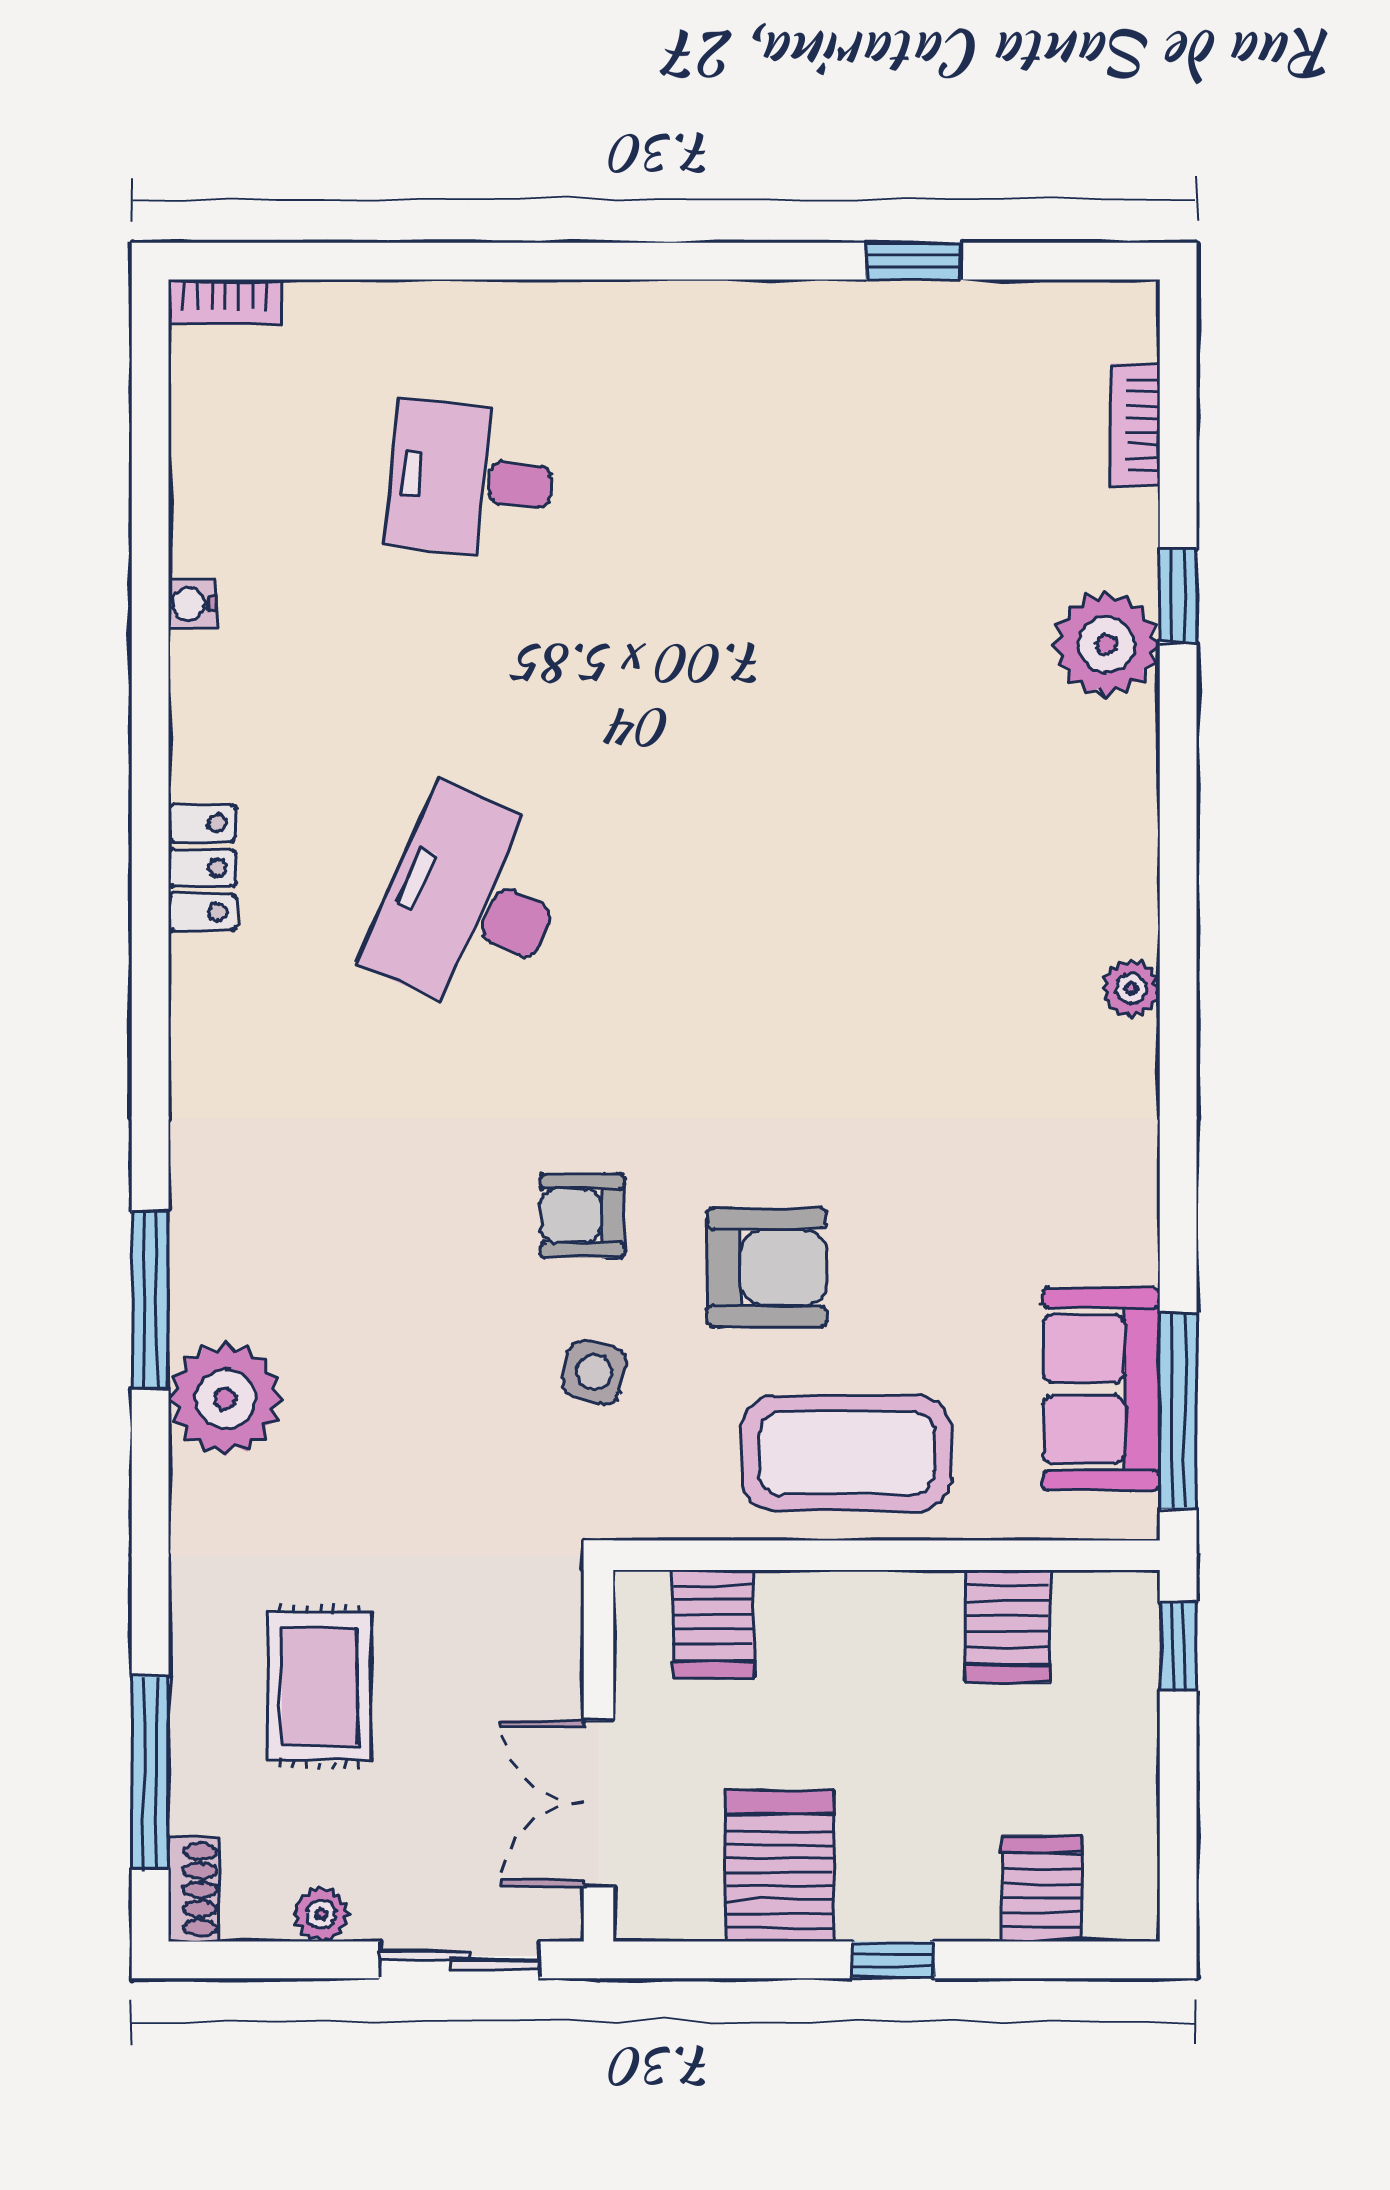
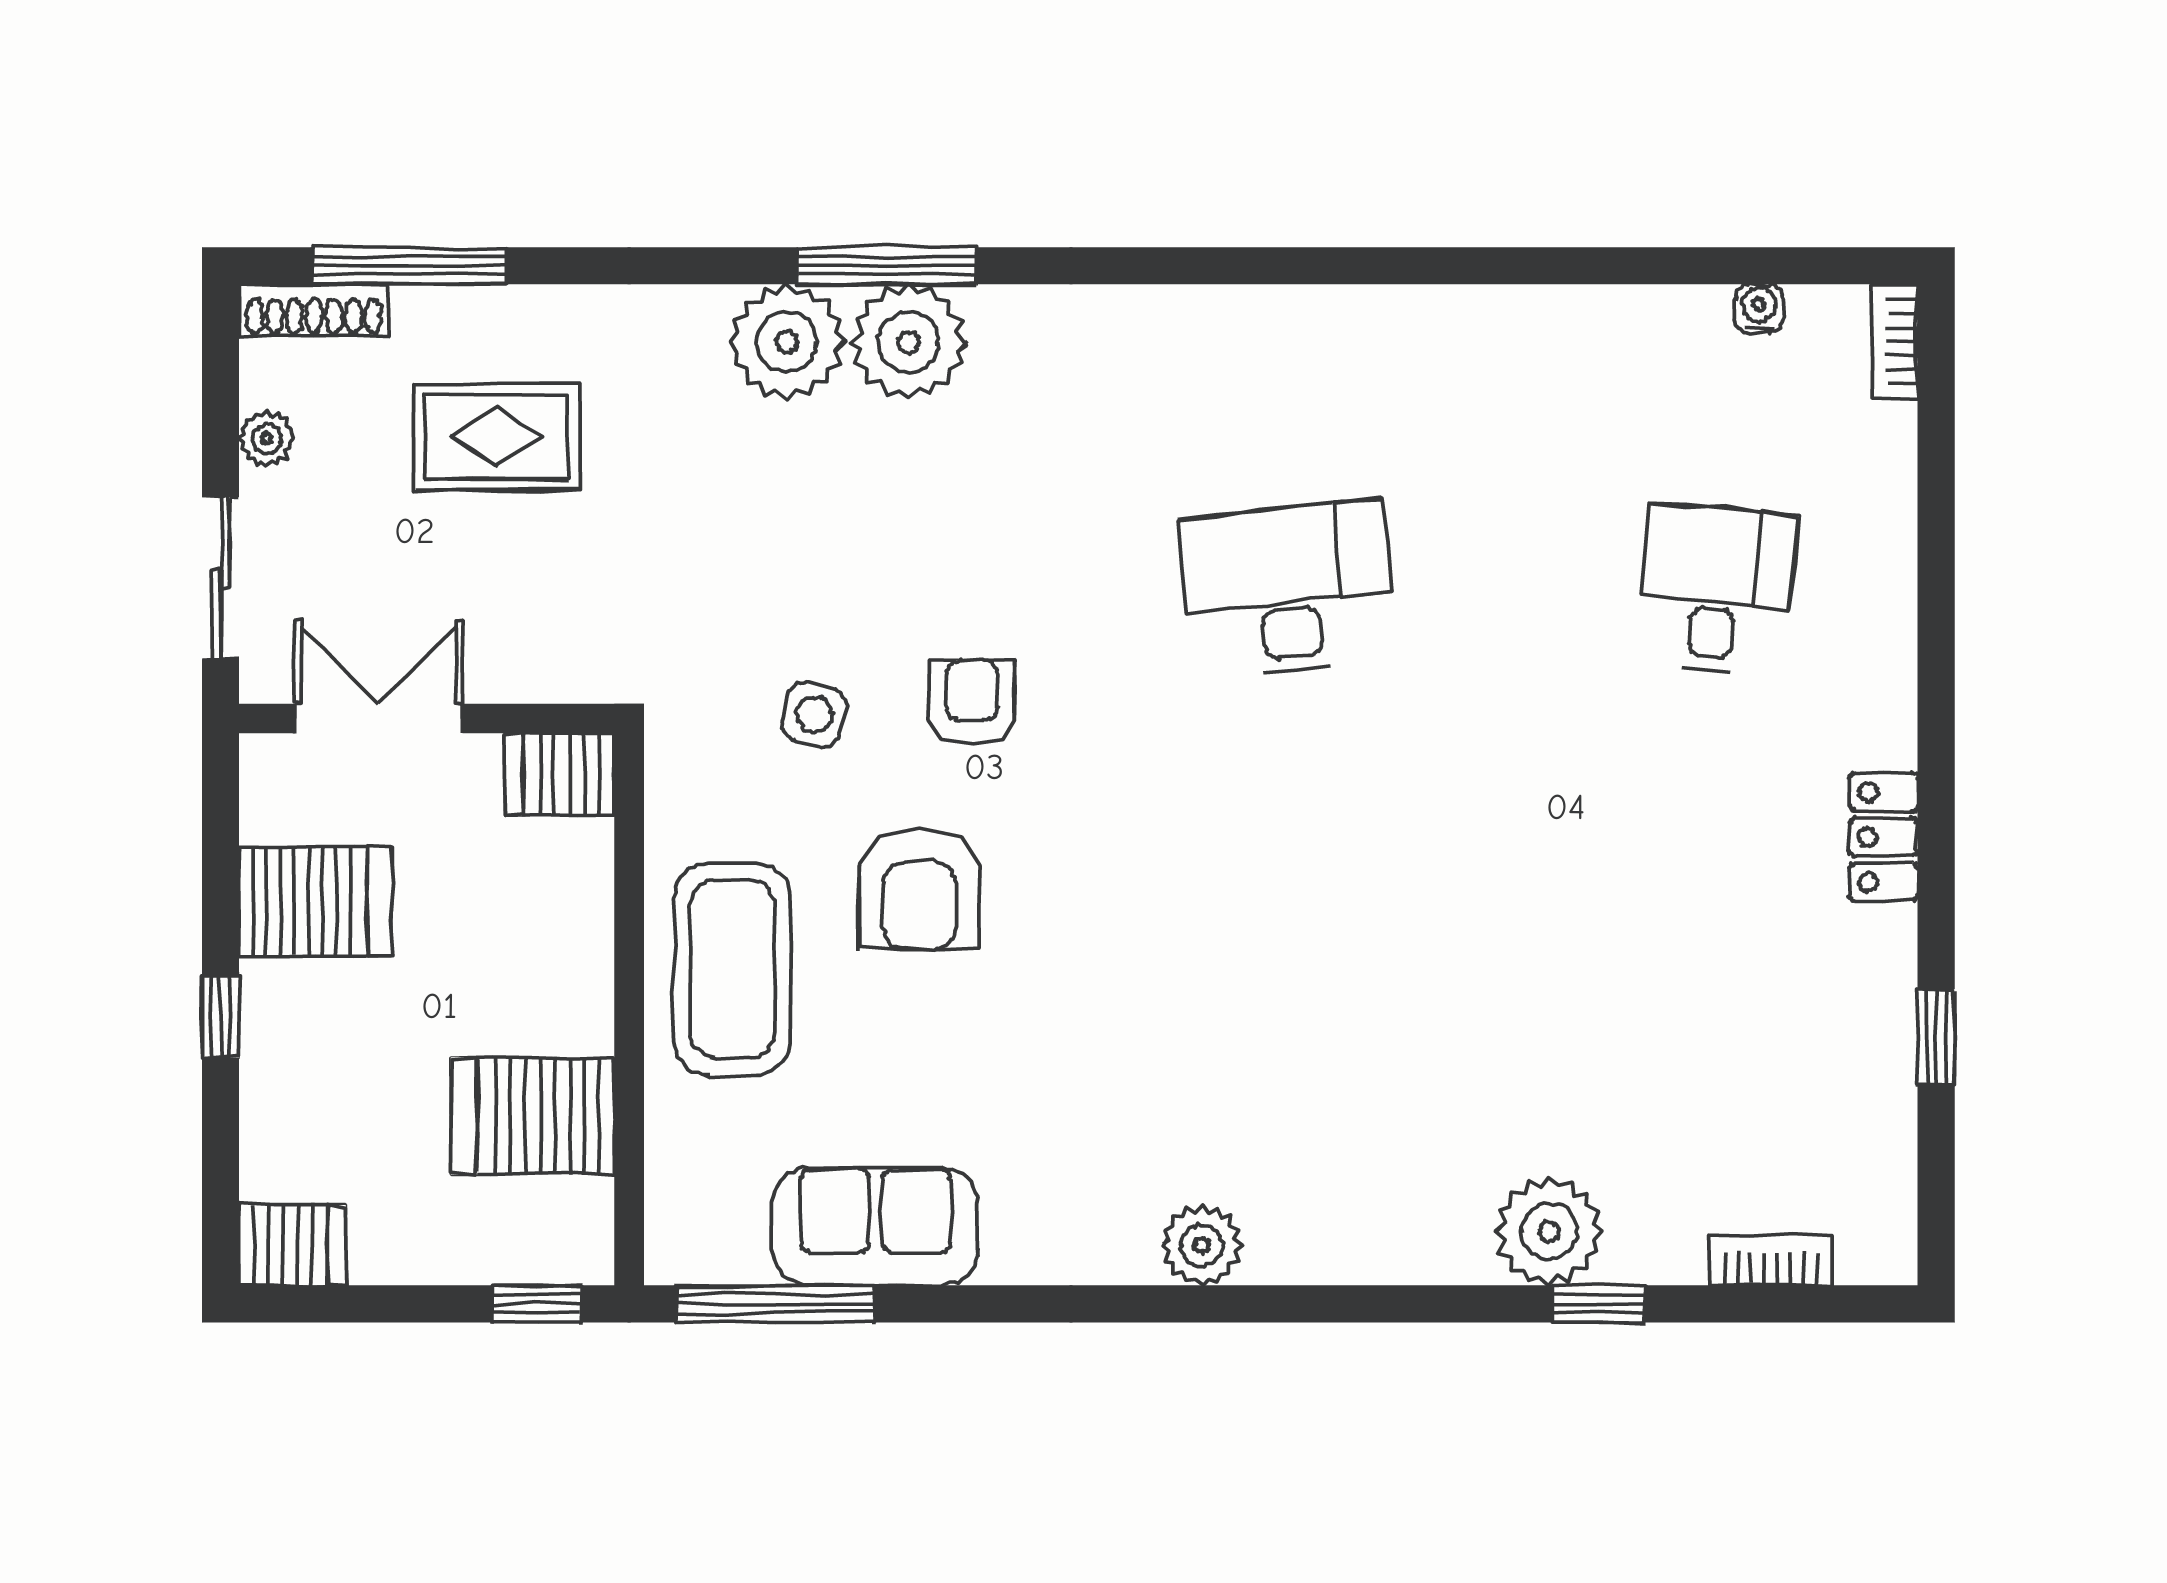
water cooler: (192, 604) -> (1759, 308), moved
locker: (202, 868) -> (1884, 837), moved, turned 90
desk: (471, 903) -> (1288, 589), turned -30
plant: (1131, 988) -> (1202, 1245), width x1.38, depth x1.38
plant: (226, 1279) -> (909, 342), added
sofa: (1101, 1389) -> (875, 1226), moved
server rack: (713, 1624) -> (560, 774), moved
server rack: (1007, 1626) -> (533, 1116), width x1.36, depth x1.44
server rack: (1042, 1889) -> (292, 1245), moved
shoe rack: (194, 1890) -> (314, 310), width x1.43

